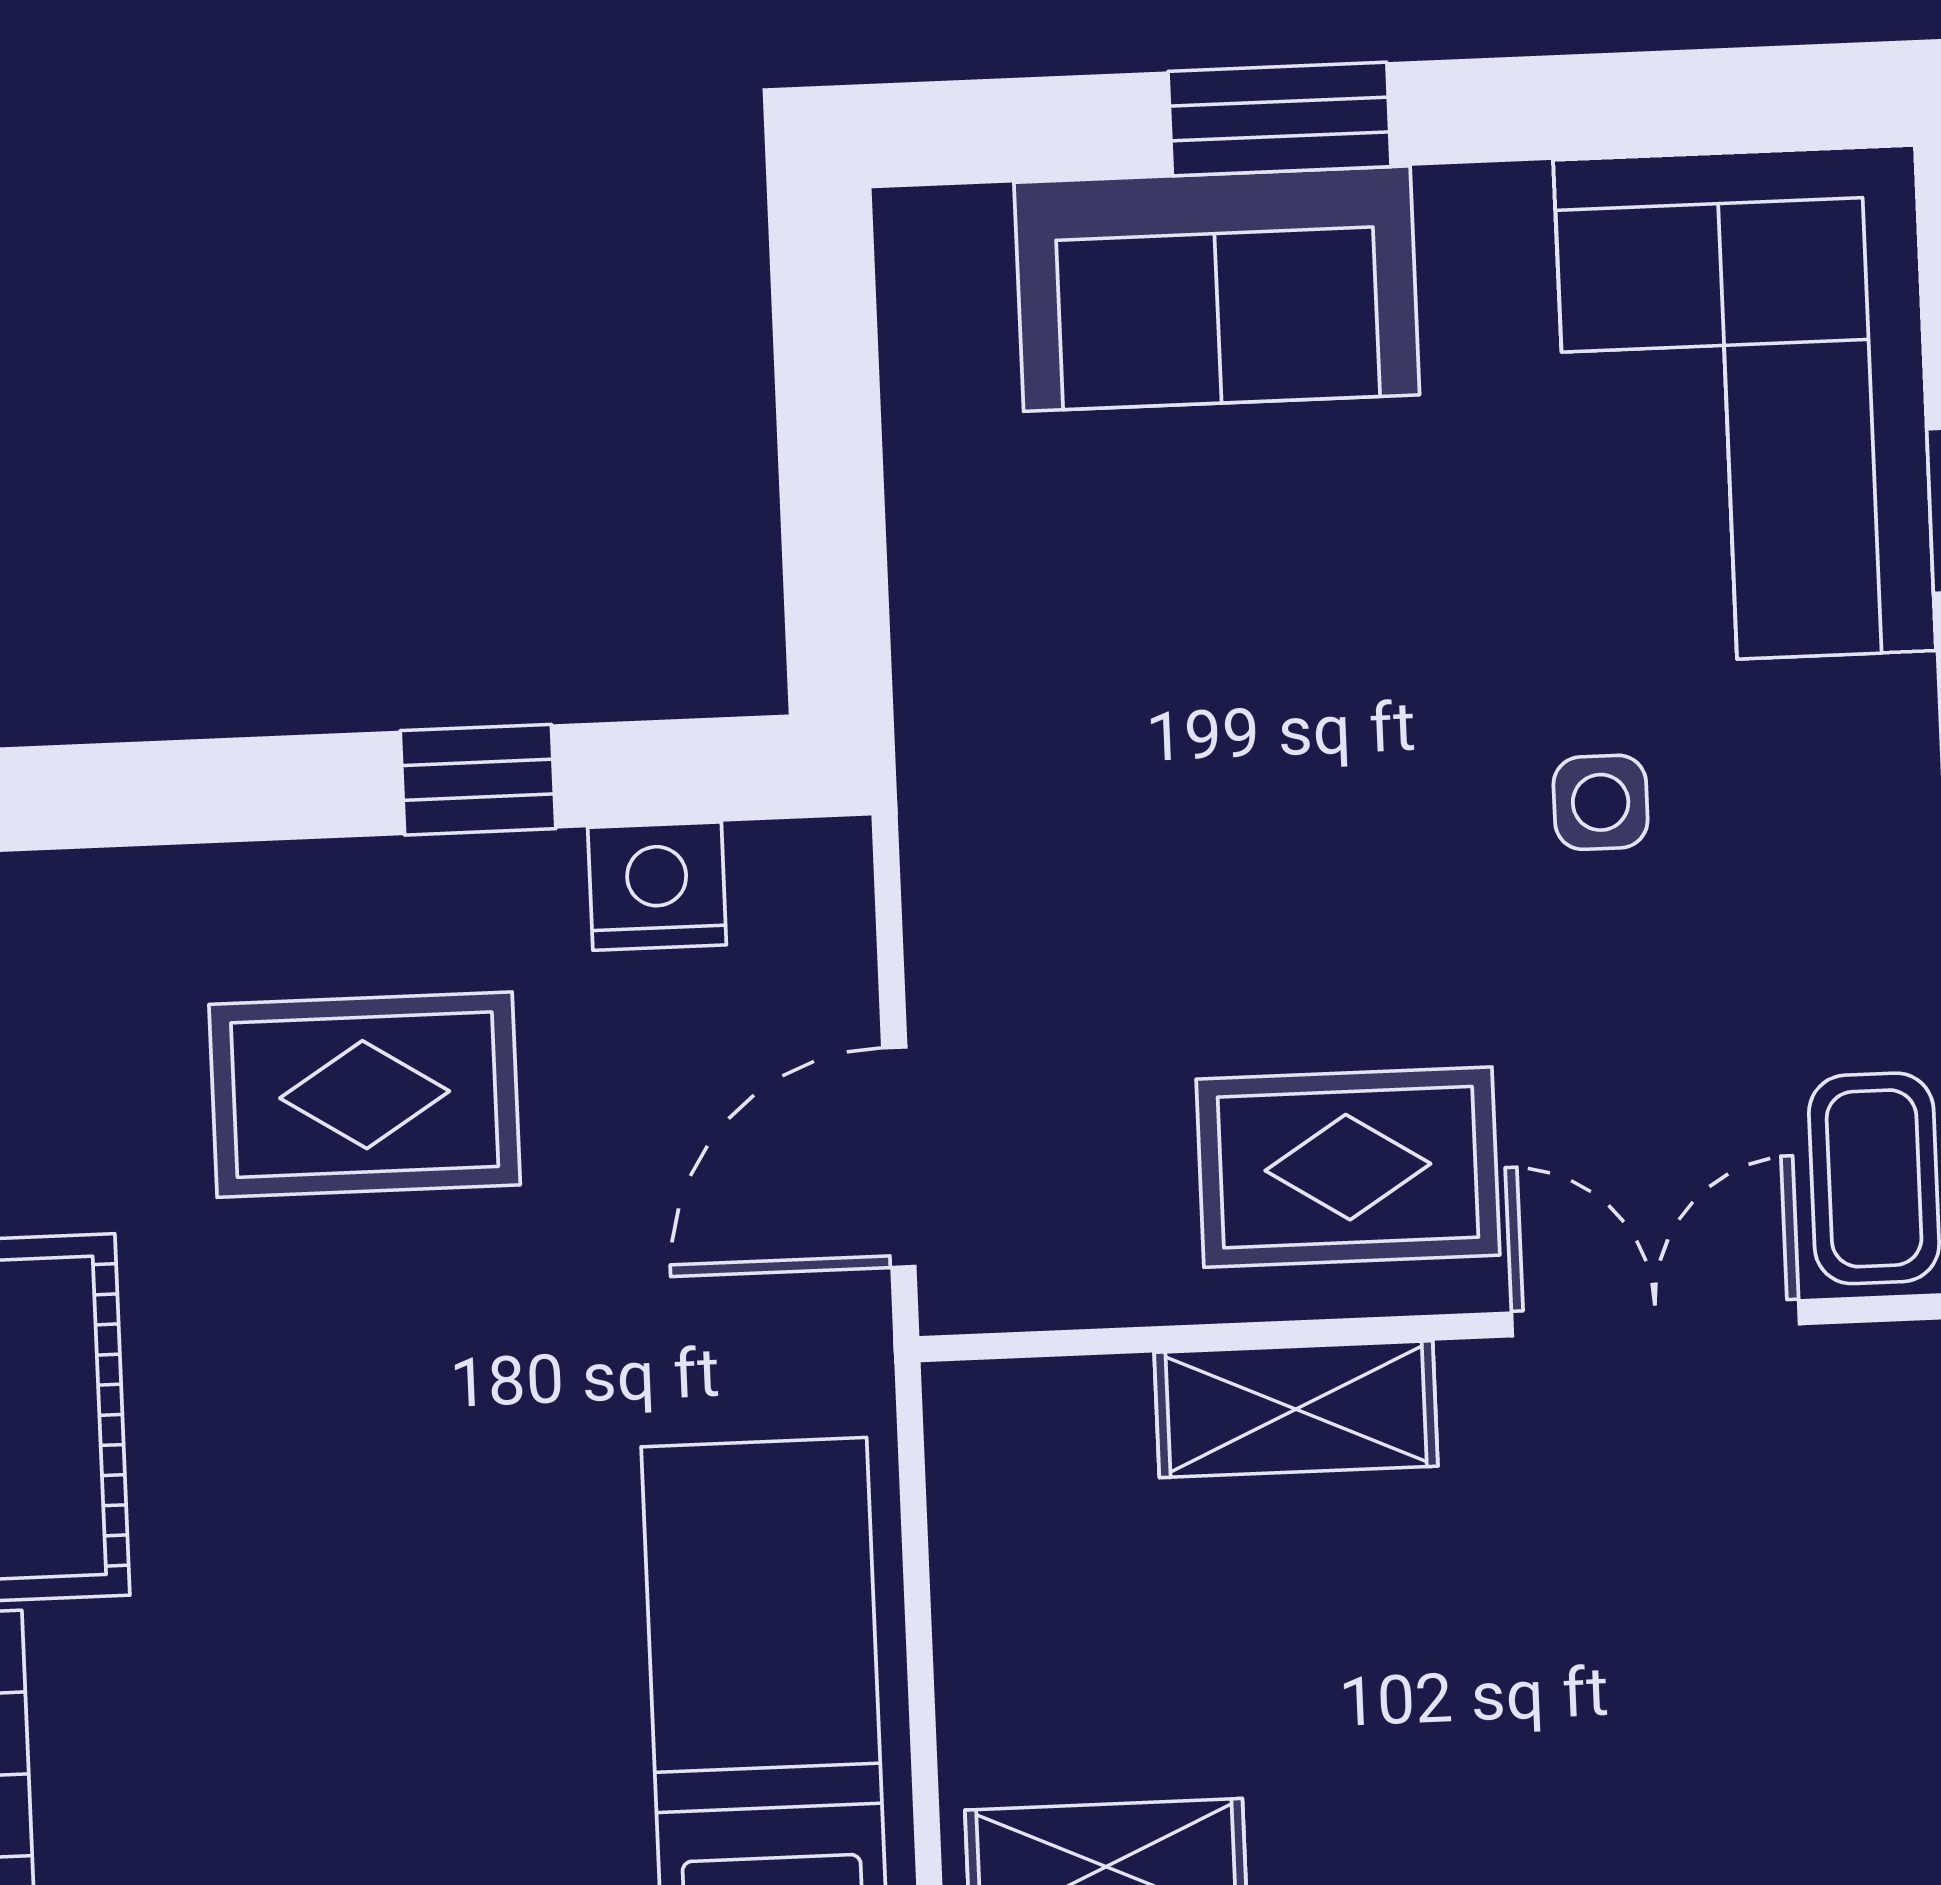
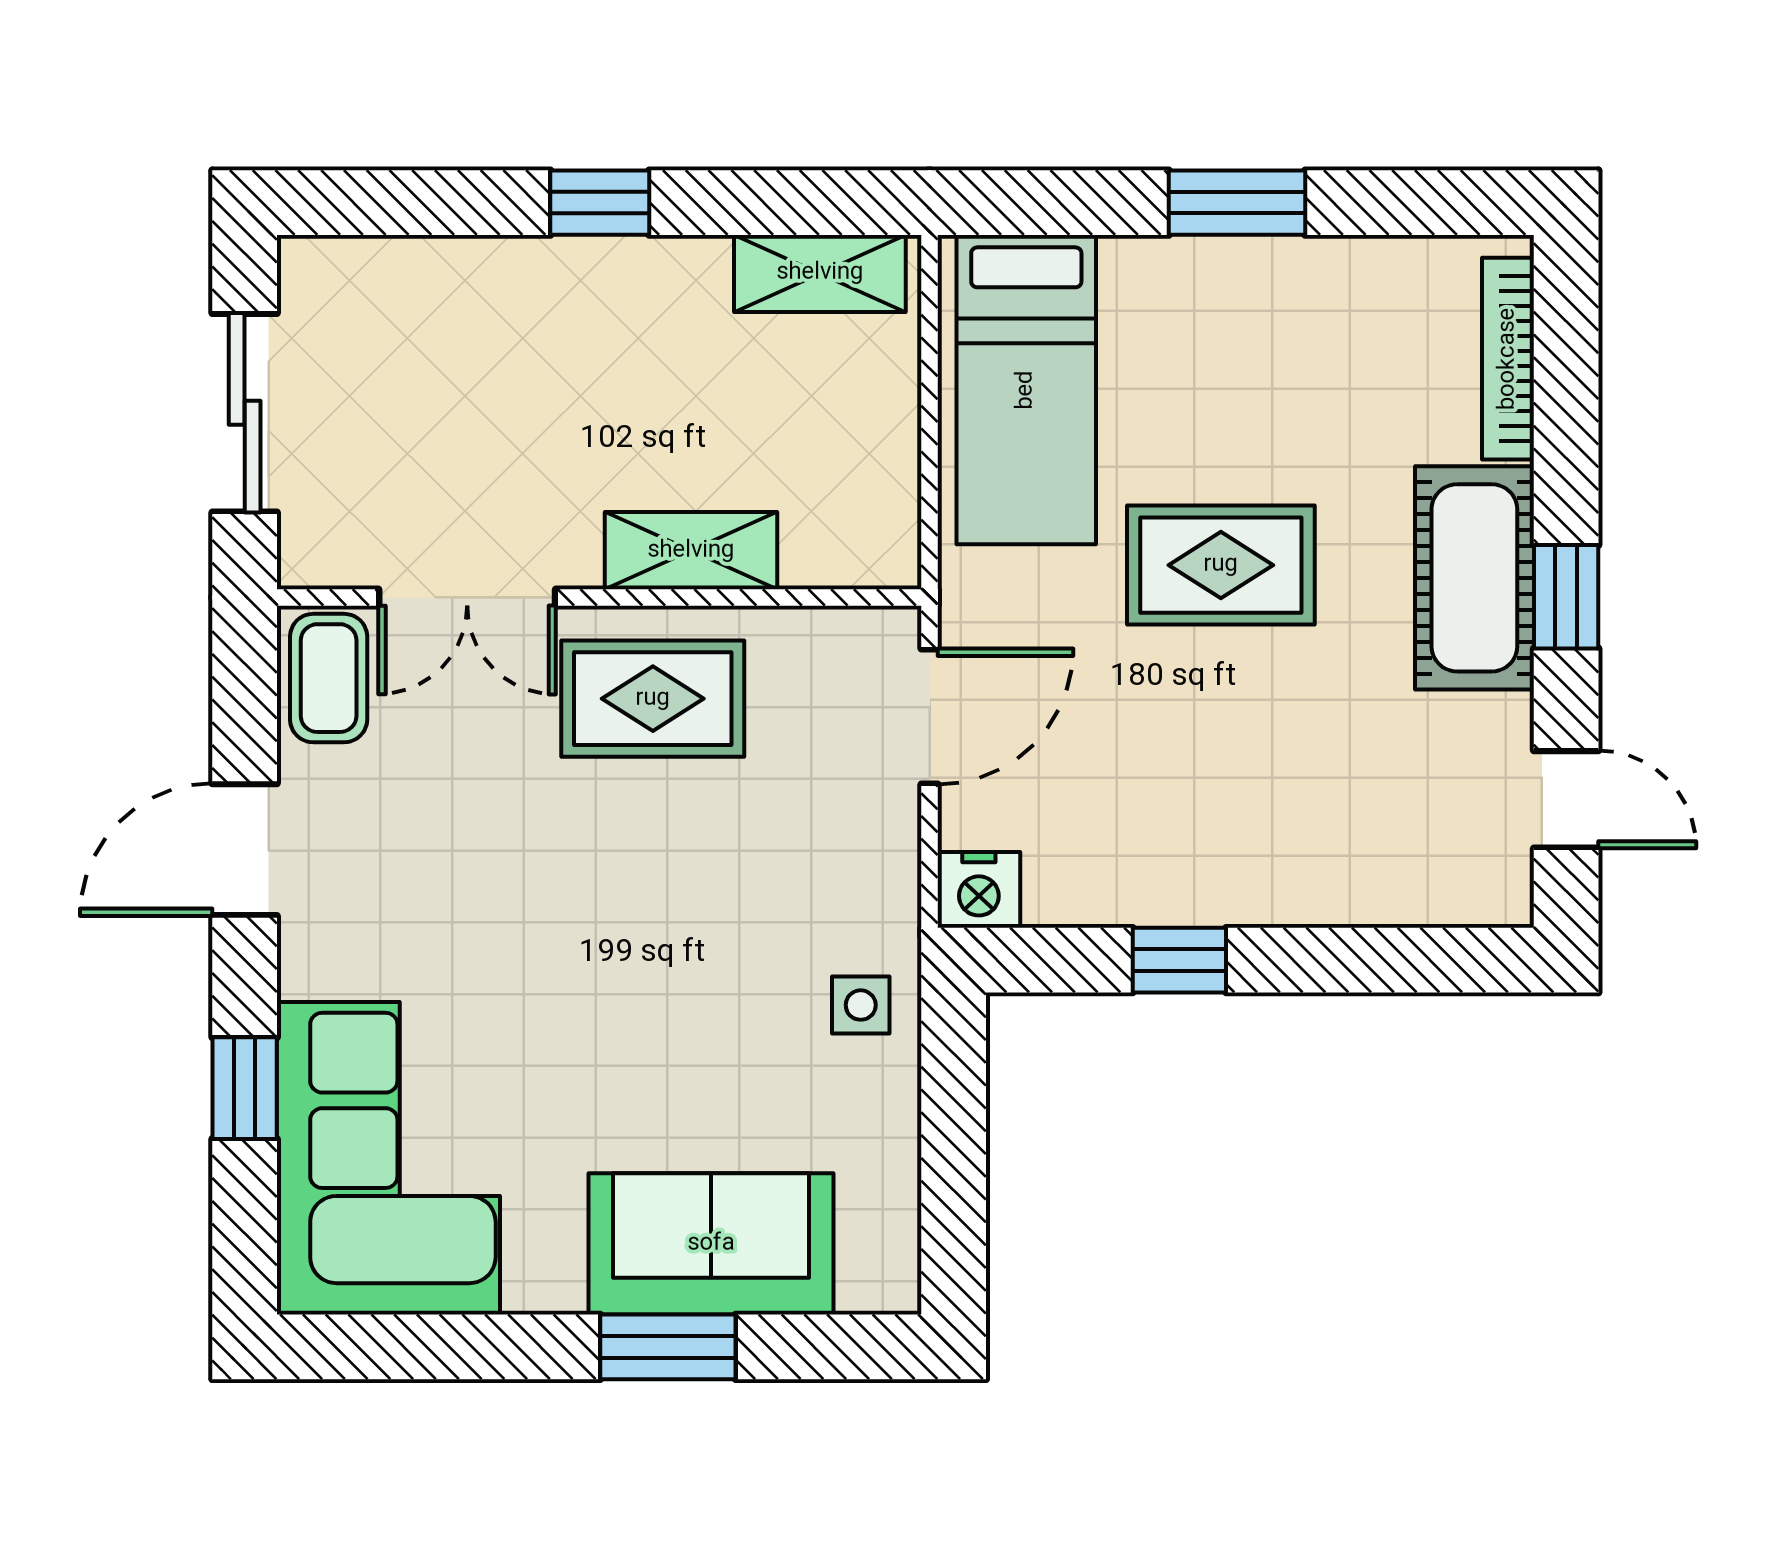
side table: (1601, 802) -> (861, 1005), moved
nightstand: (657, 886) -> (979, 890), moved
rug: (365, 1095) -> (1221, 565), moved

